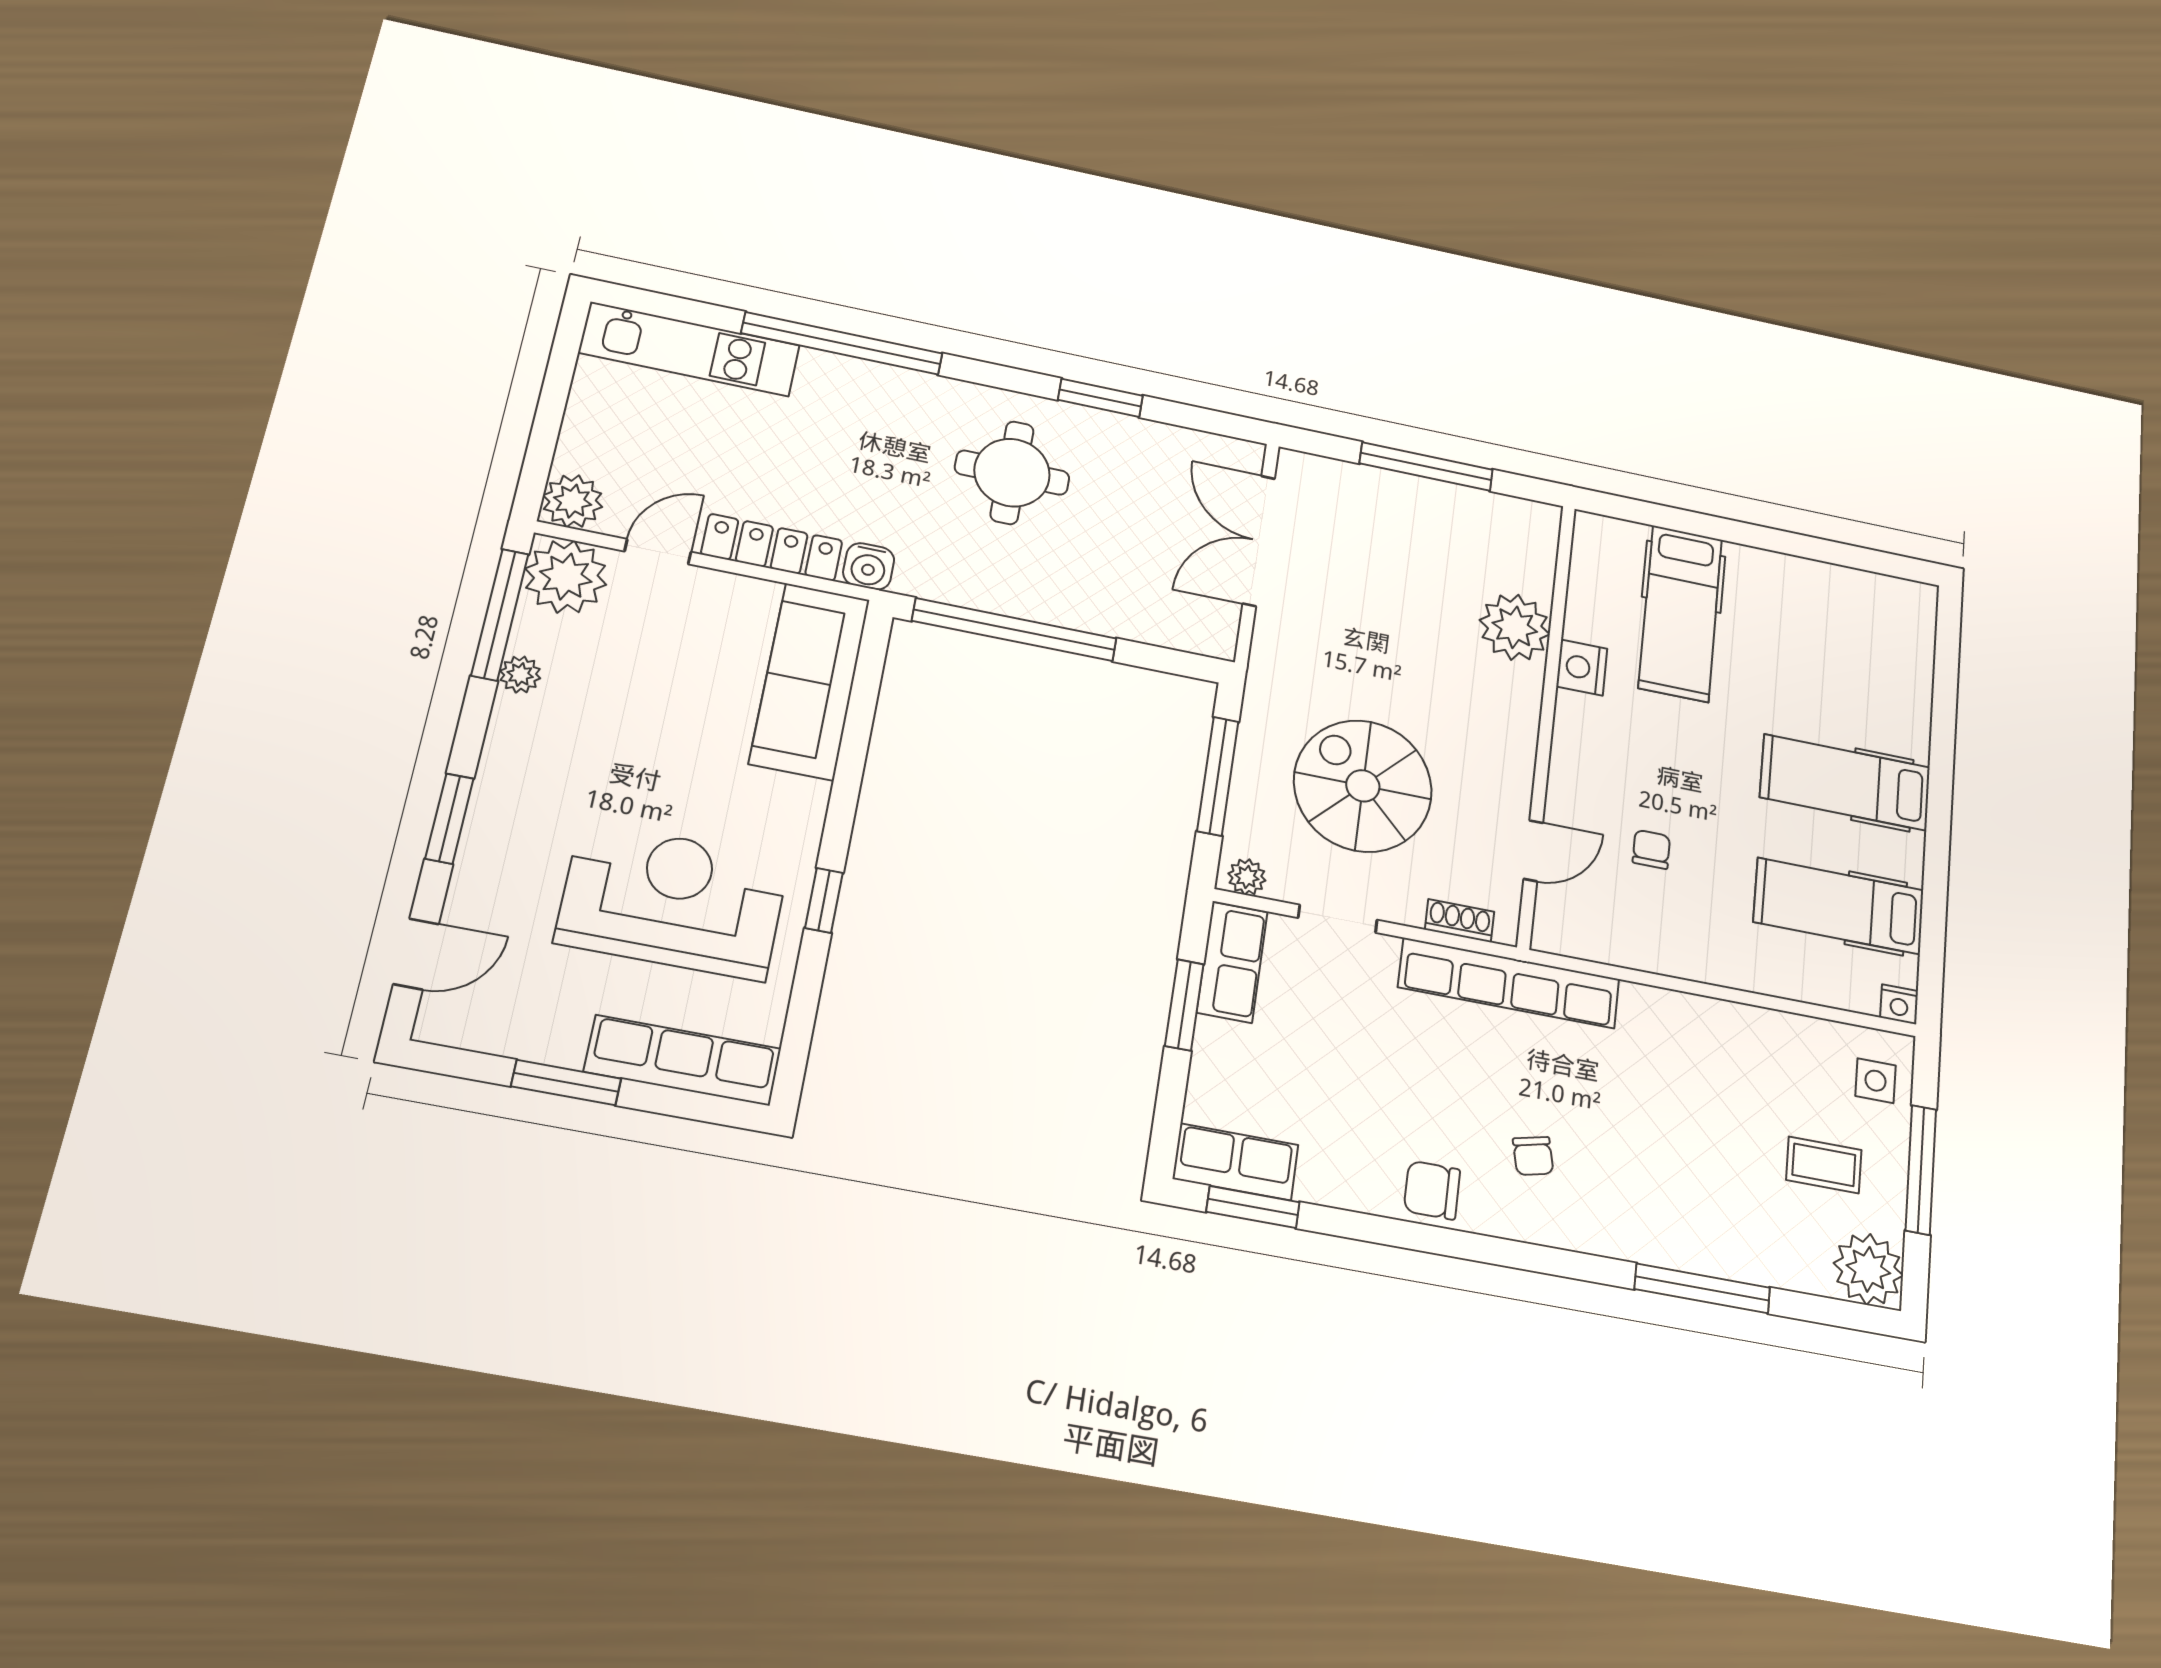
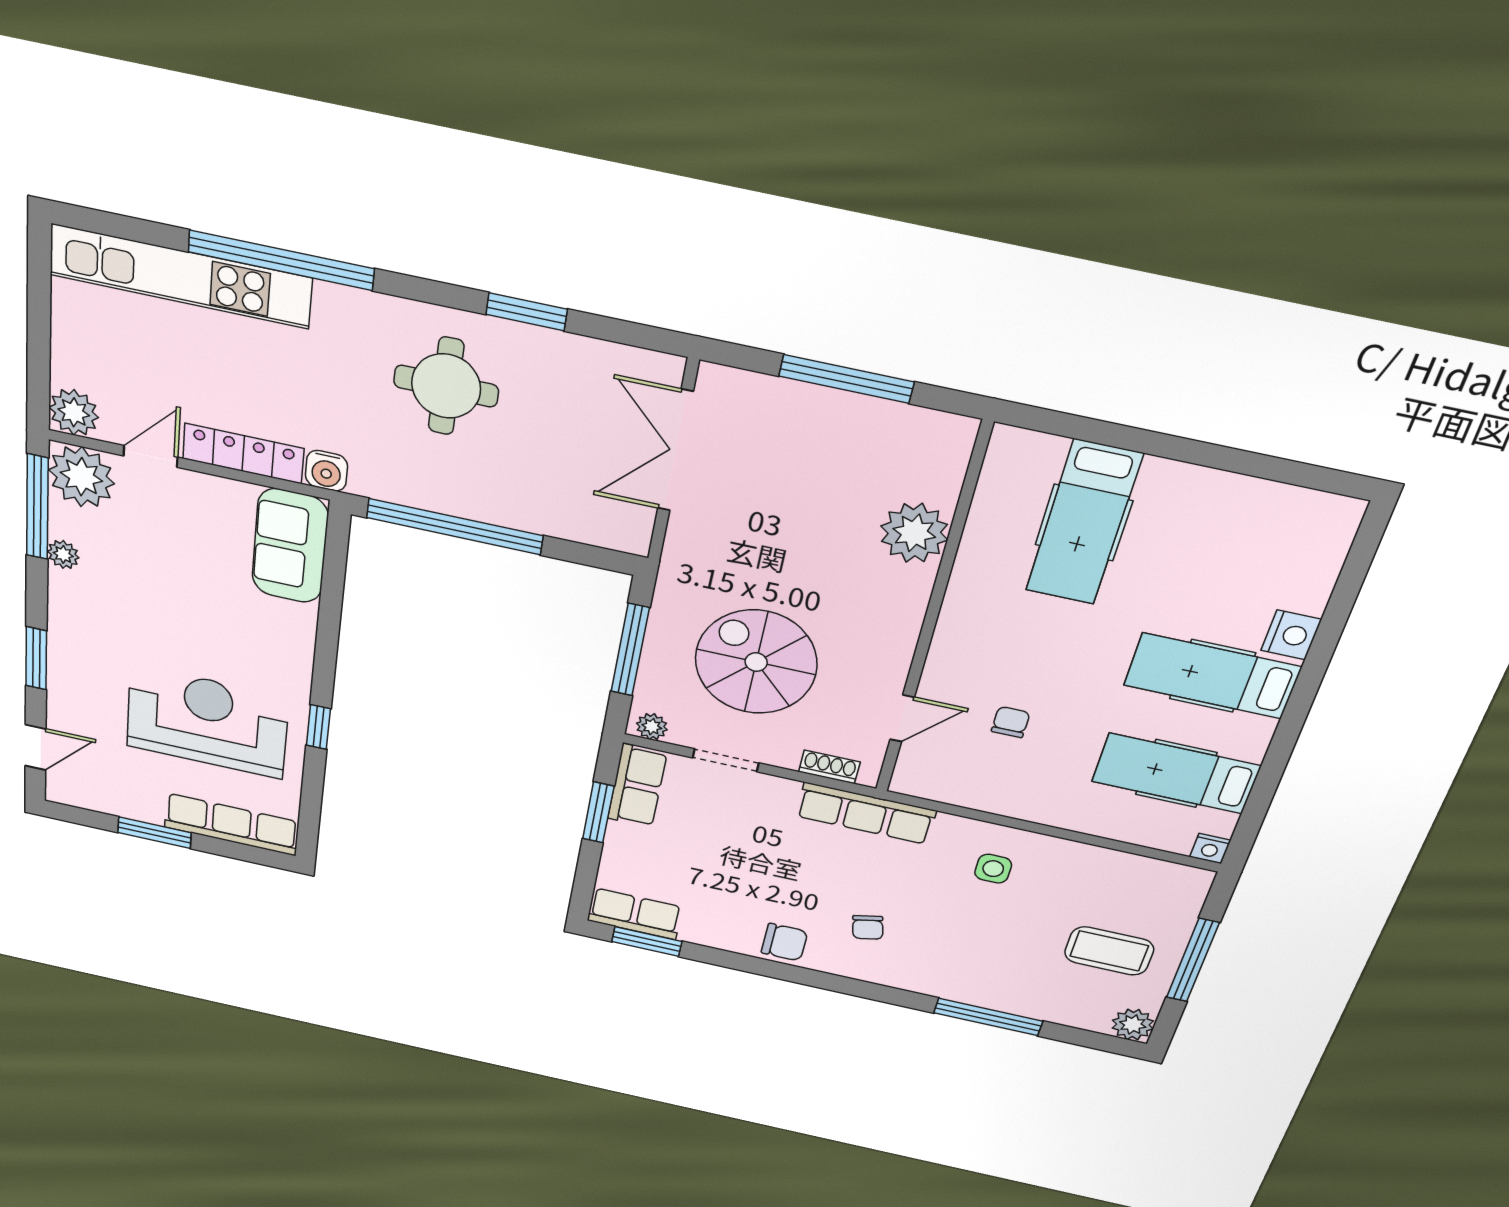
kitchen unit: (689, 349) -> (180, 276), width x1.36
nightstand: (1582, 668) -> (1291, 635), moved, turned 180
sofa: (810, 681) -> (290, 546), width x0.73
row of seats: (1509, 983) -> (866, 813), width x0.73
side table: (1875, 1081) -> (993, 869), moved
coffee table: (1824, 1165) -> (1109, 951), width x1.36, depth x1.30
chair: (1432, 1190) -> (784, 942), turned 180
plant: (1868, 1269) -> (1133, 1025), width x0.73, depth x0.73

